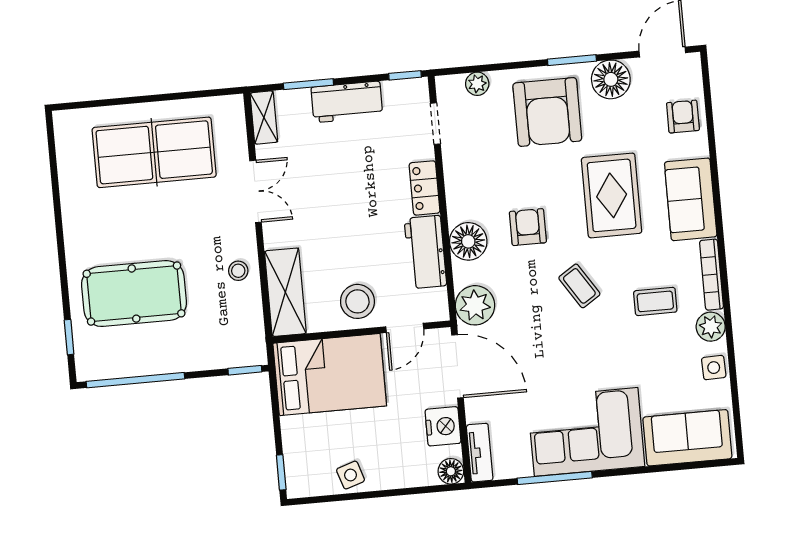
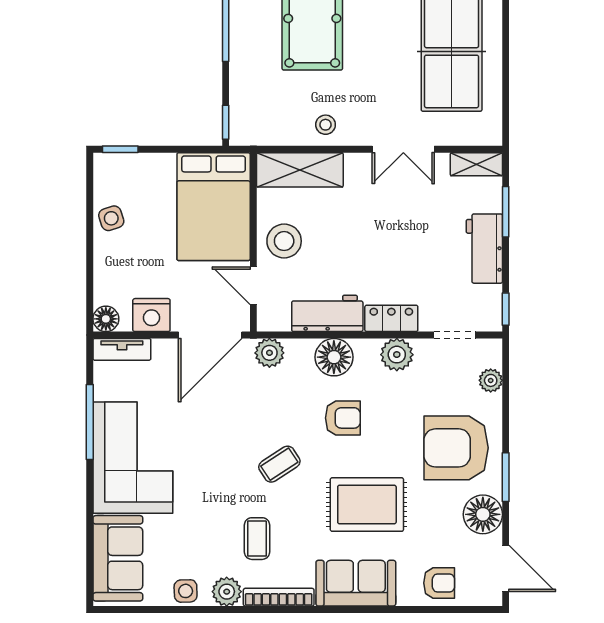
plant: (460, 179) -> (397, 355), added
plant: (475, 305) -> (269, 353), width x0.73, depth x0.73

